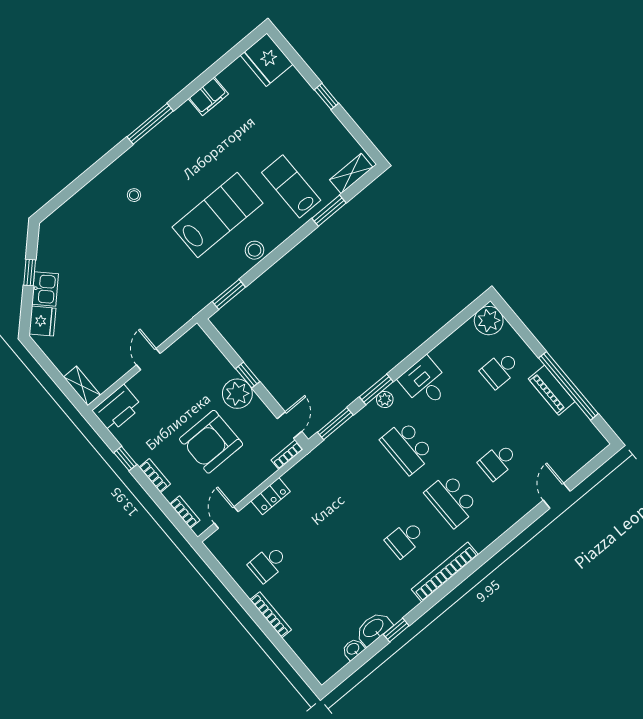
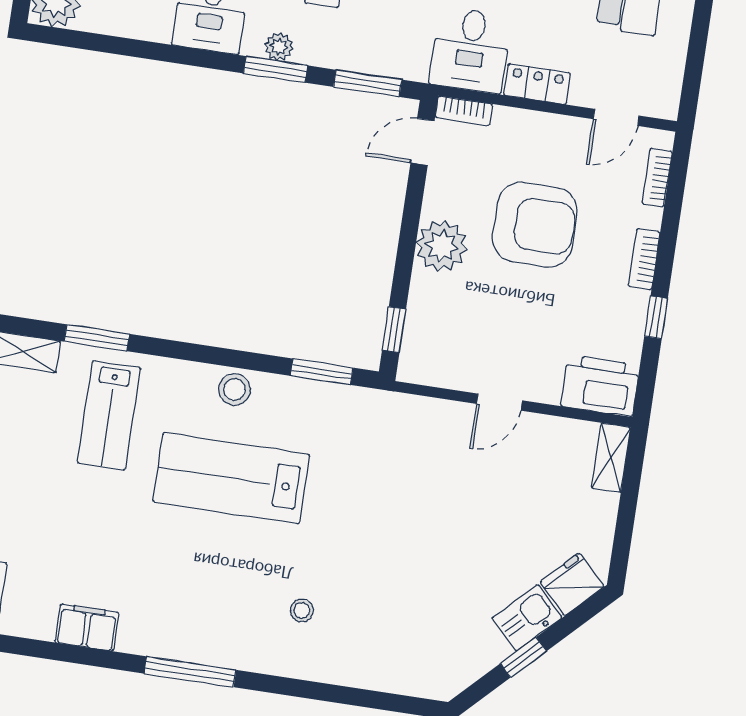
window: (248, 375) -> (394, 330), moved
desk: (311, 480) -> (470, 50), added

